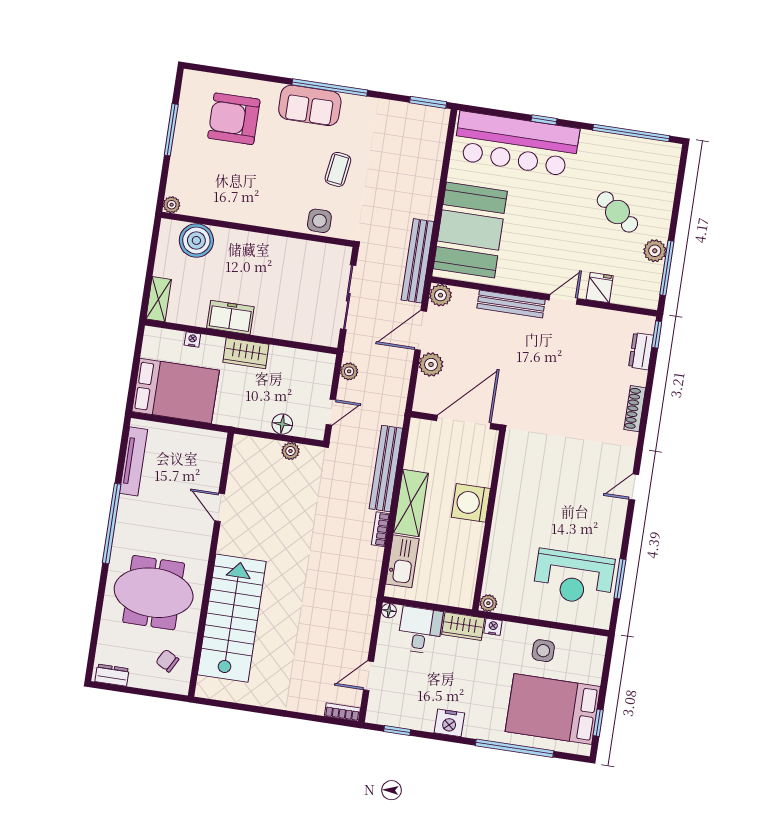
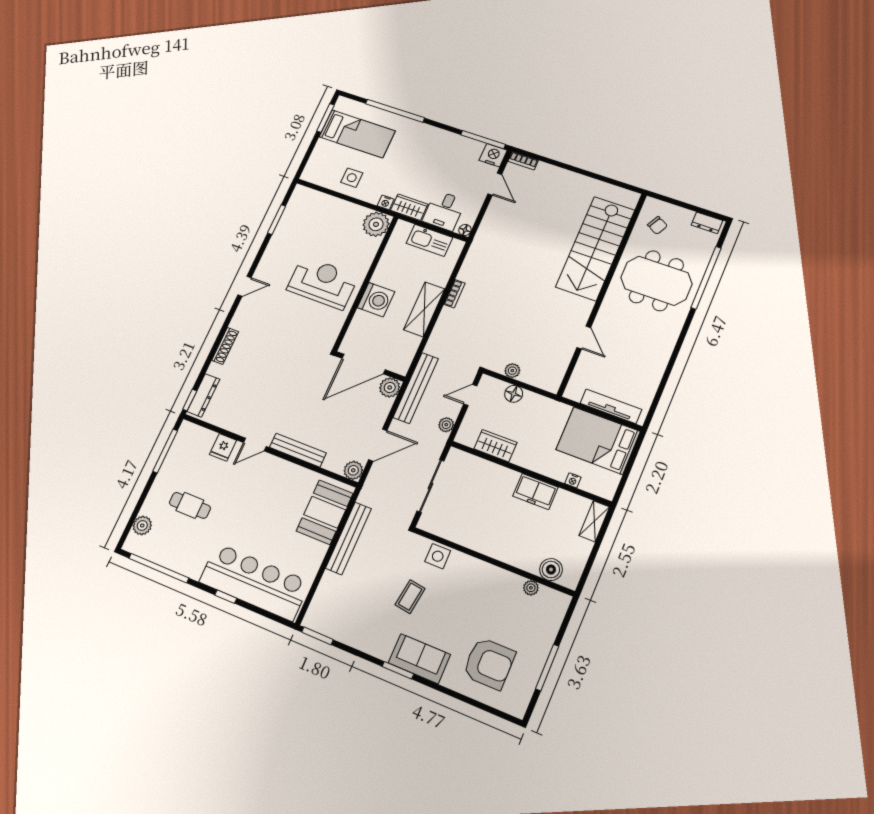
window: (330, 87) -> (398, 670), width x0.47
plant: (172, 205) -> (531, 588), moved
cafe table: (617, 212) -> (190, 505), turned -37
booth: (470, 230) -> (325, 512), width x0.73, depth x0.70
boiler: (196, 240) -> (551, 570), width x0.73, depth x0.73
plant: (655, 251) -> (142, 525), moved
bench: (418, 261) -> (348, 538), moved
dresser: (641, 351) -> (203, 395), width x1.44
wardrobe: (246, 353) -> (495, 446), moved
plant: (431, 364) -> (390, 387), moved
tv unit: (134, 461) -> (611, 406), moved, turned 90
bench: (386, 468) -> (416, 388), moved
window: (112, 524) -> (706, 278), moved
kitchen sink: (402, 561) -> (429, 240), moved, turned -90
reception desk: (574, 577) -> (323, 283), moved
plant: (488, 603) -> (376, 224), width x1.87, depth x1.87
door: (368, 676) -> (495, 184), hinge flipped
bed: (553, 709) -> (357, 134), width x0.67
nightstand: (449, 723) -> (493, 155), moved
window: (598, 723) -> (325, 118), width x1.50
window: (397, 730) -> (483, 140), width x2.17

